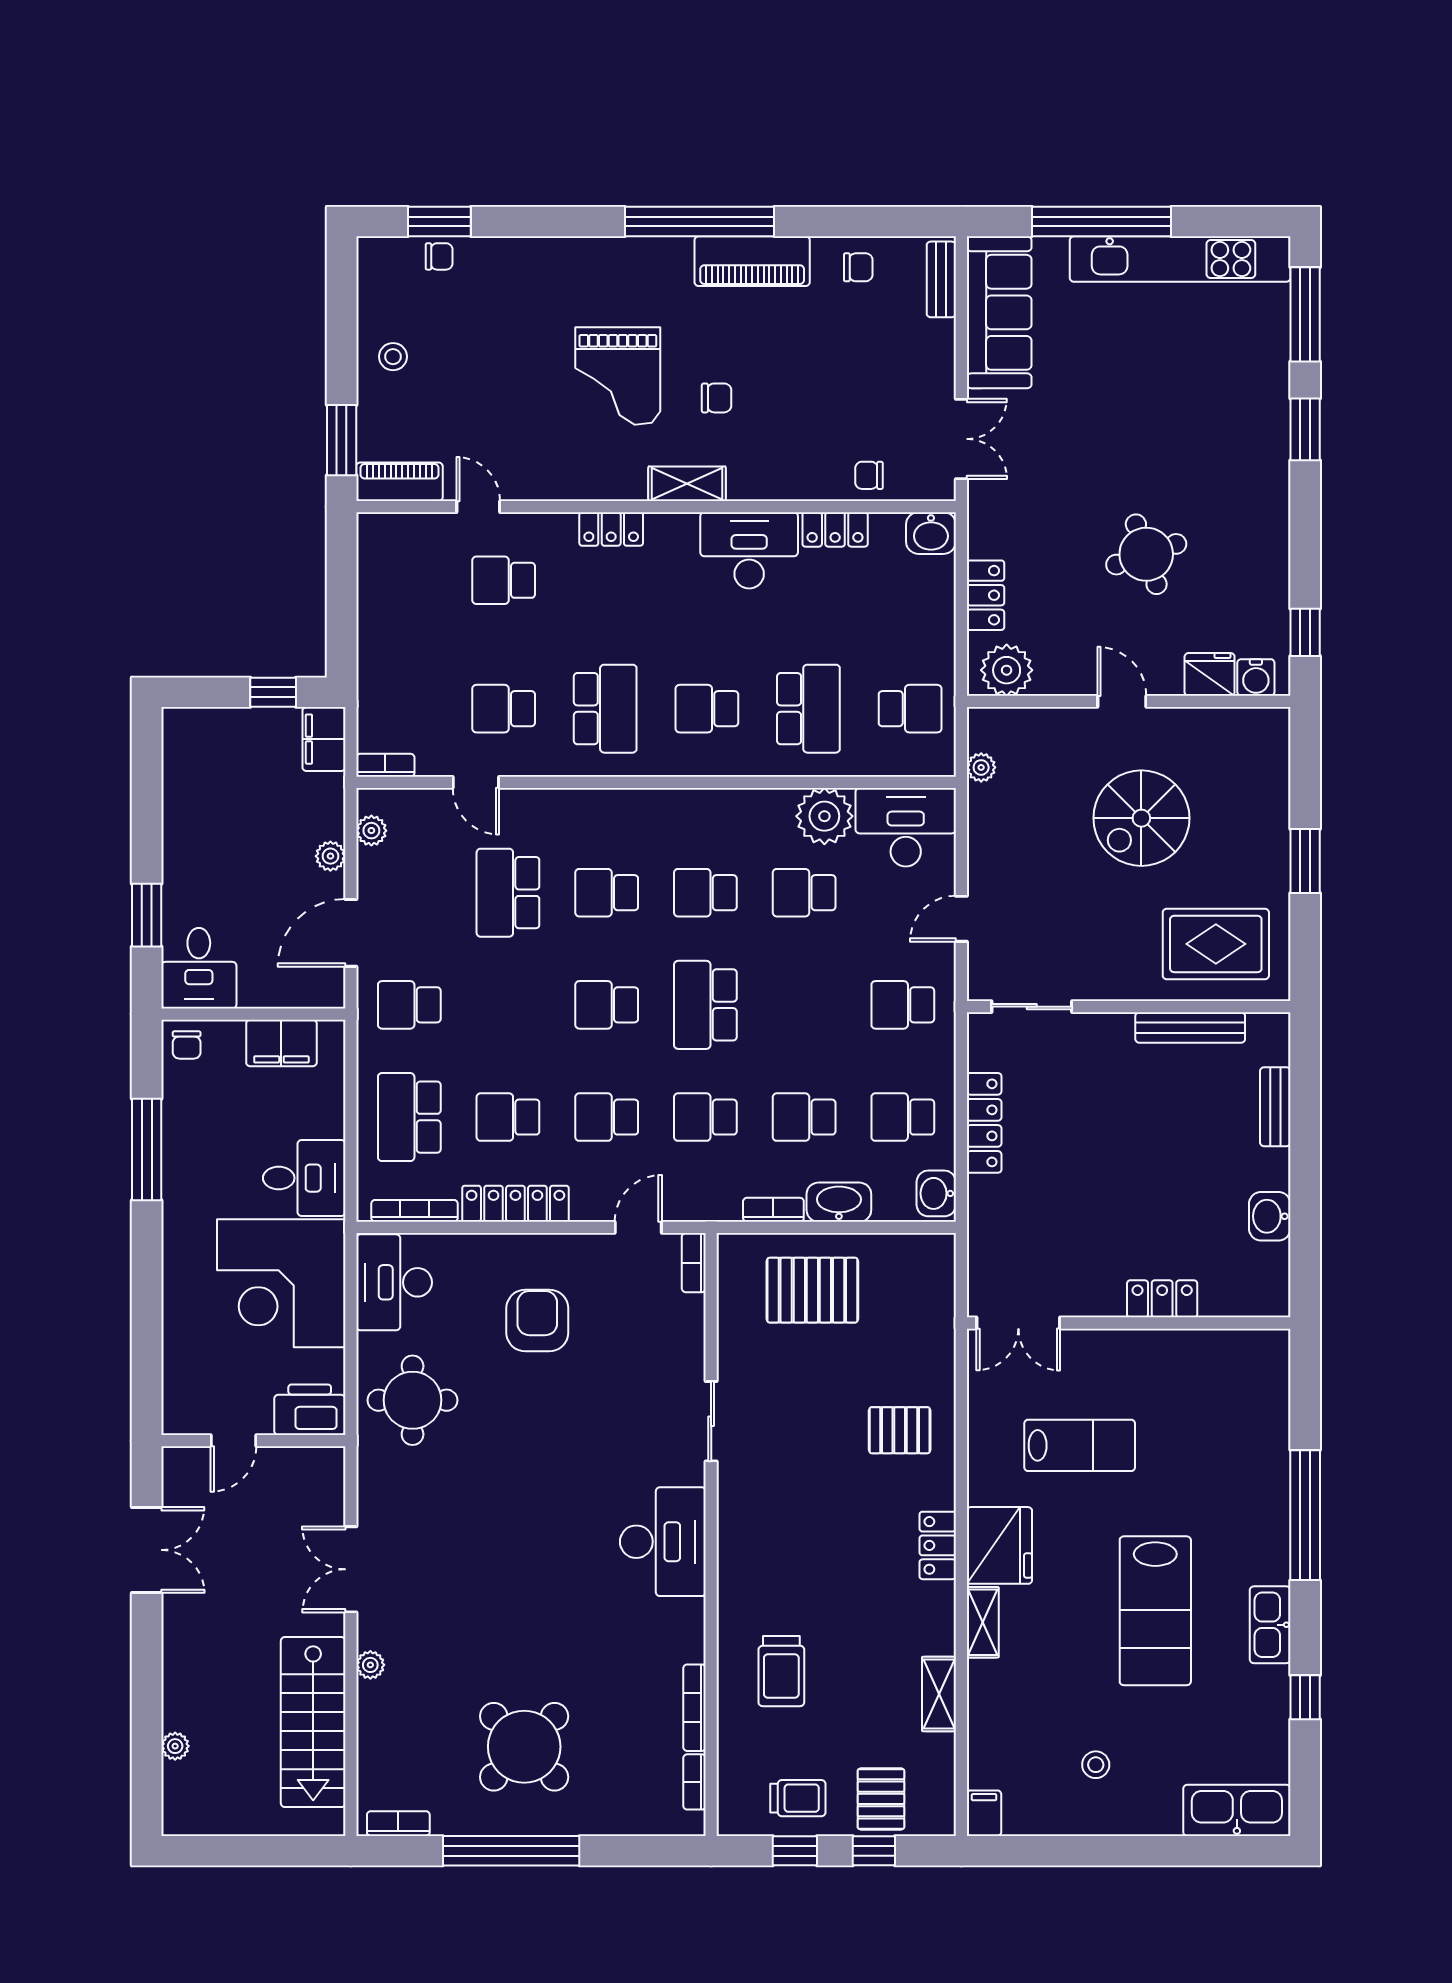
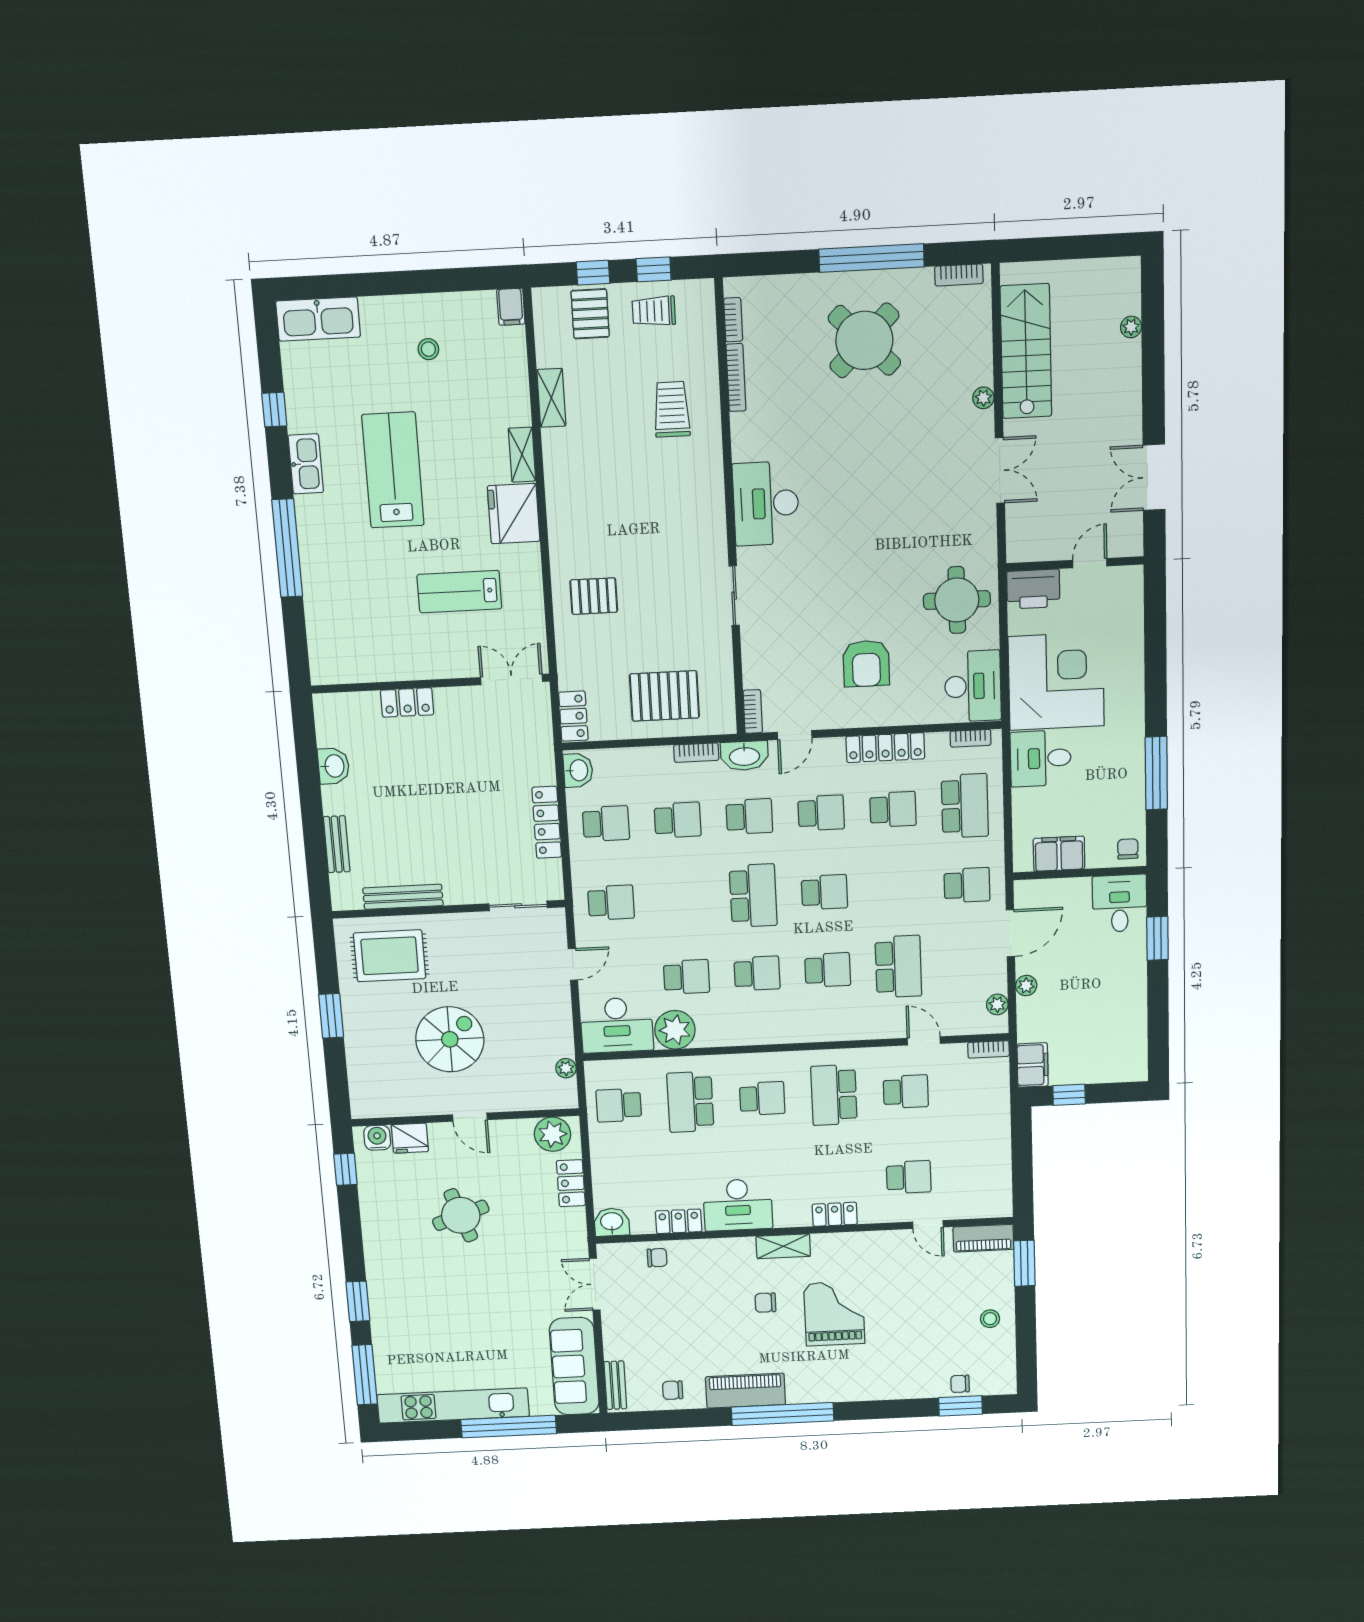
washbasin: (839, 1202) -> (744, 756), moved
bookcase: (415, 1211) -> (971, 738), width x0.64
locker: (938, 1545) -> (573, 716), moved

